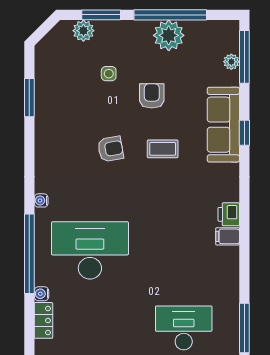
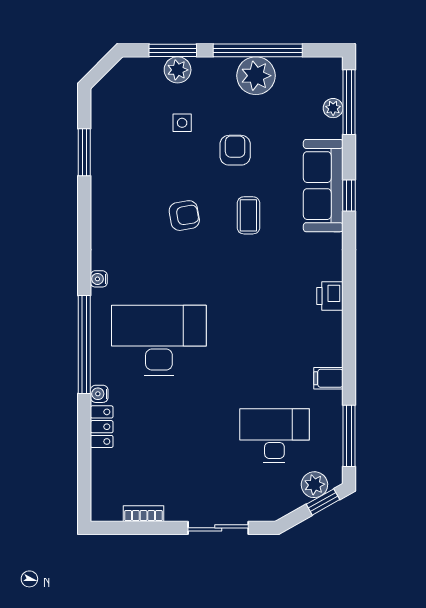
plant: (83, 31) -> (178, 70), moved
coffee table: (163, 149) -> (248, 215), turned 90
filing cabinet: (228, 236) -> (328, 378), moved

